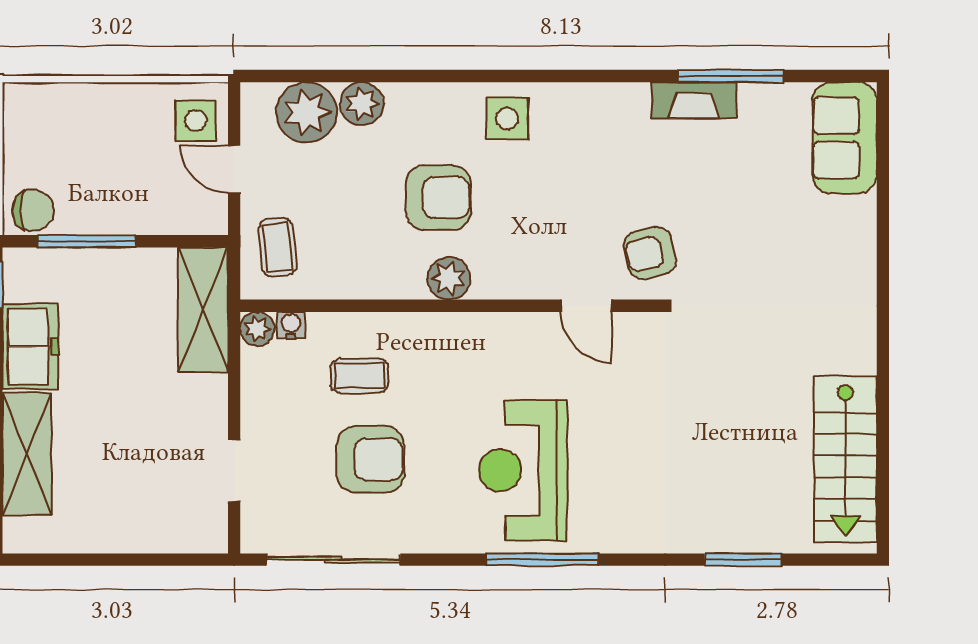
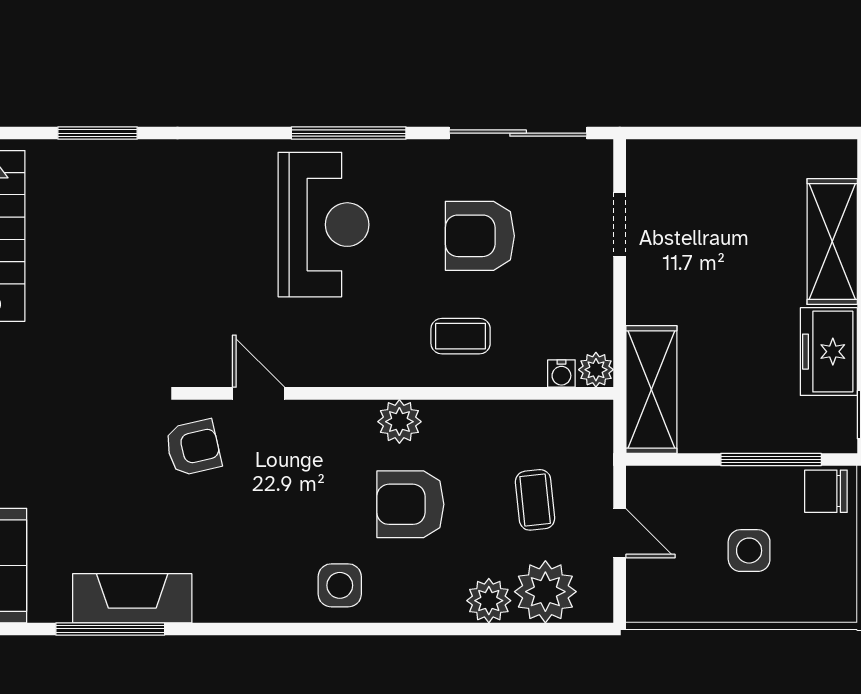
fireplace: (694, 100) -> (132, 598), width x1.37, depth x1.32
side table: (196, 120) -> (749, 551), moved
coffee table: (277, 247) -> (535, 500), moved
coffee table: (359, 376) -> (461, 336), moved
window: (542, 560) -> (349, 133), moved

